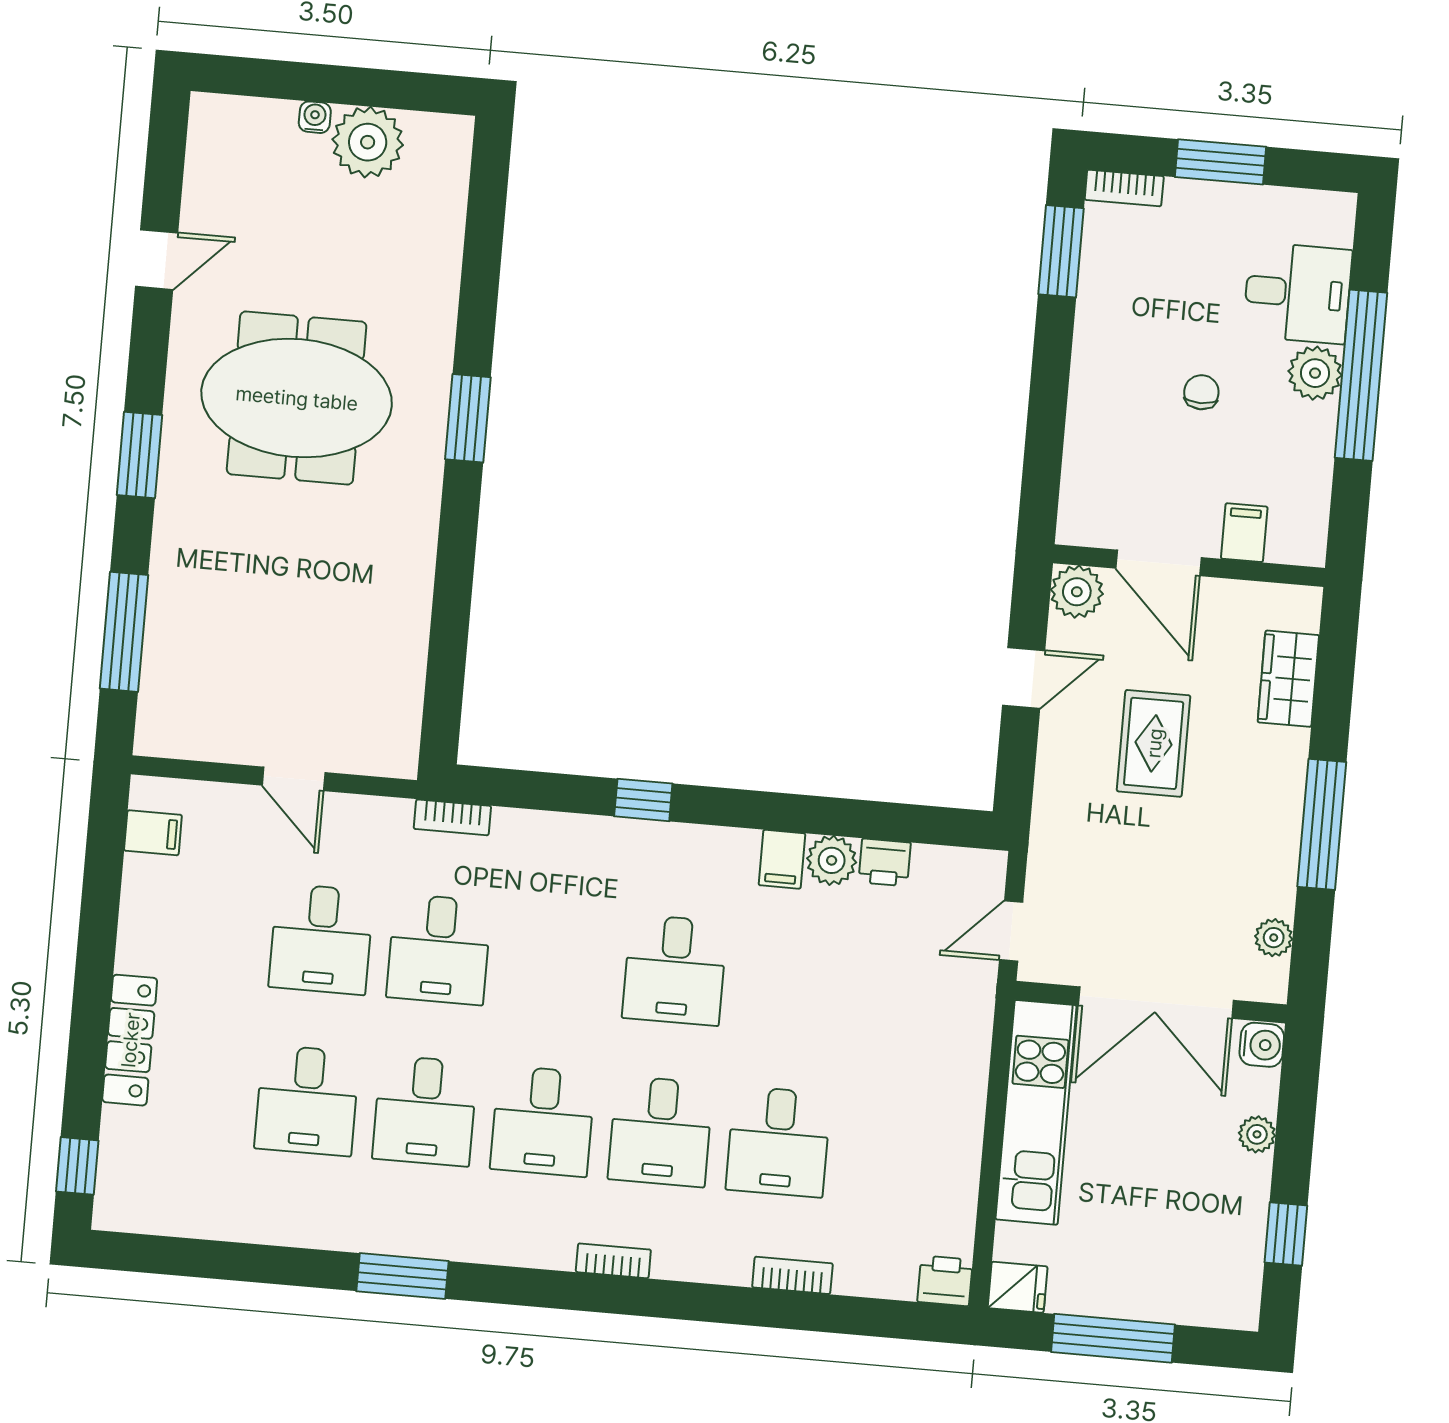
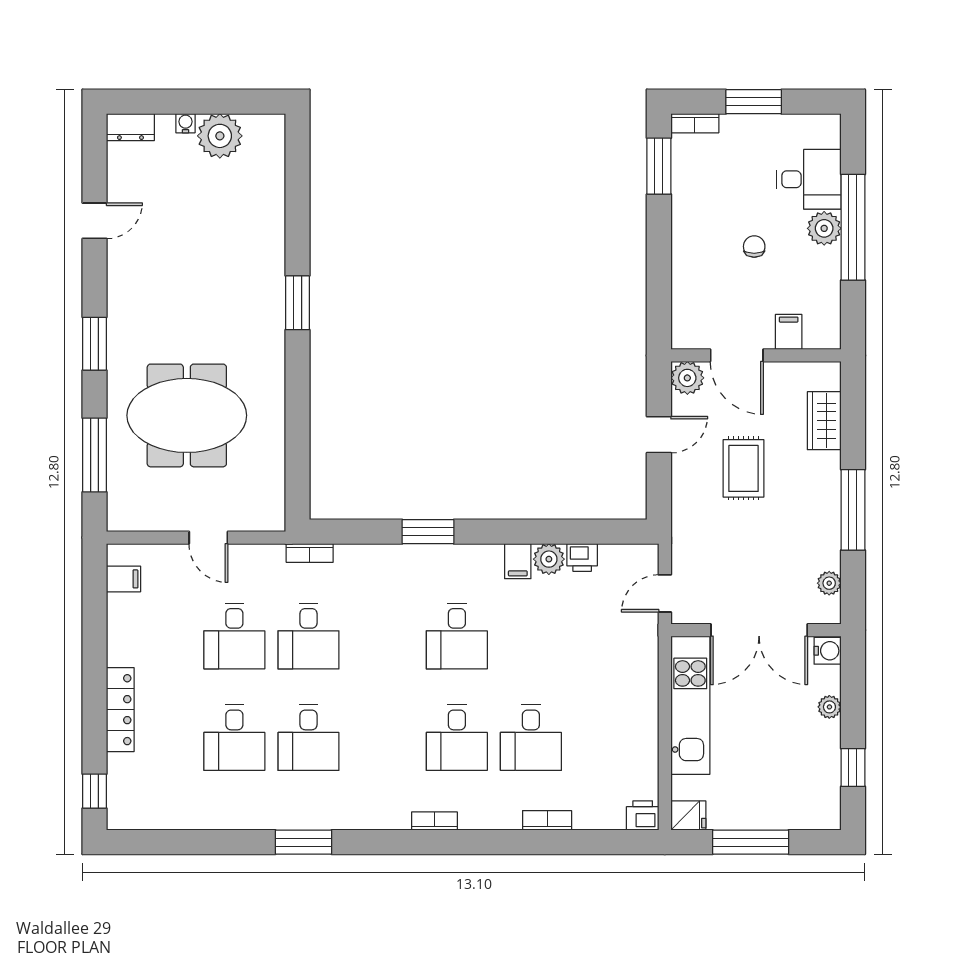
dresser: (227, 116) -> (130, 127), added
meeting table: (297, 398) -> (187, 415), moved
window: (643, 800) -> (428, 532), width x1.50
desk: (543, 1121) -> (383, 738), removed

